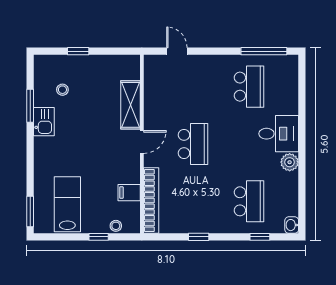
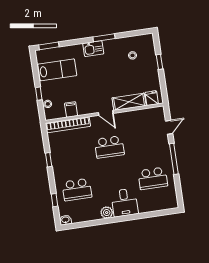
window: (264, 51) -> (174, 159), moved
fridge: (130, 71) -> (152, 98), added
window: (30, 106) -> (104, 38), moved
kitchen sink: (44, 122) -> (93, 49), moved

